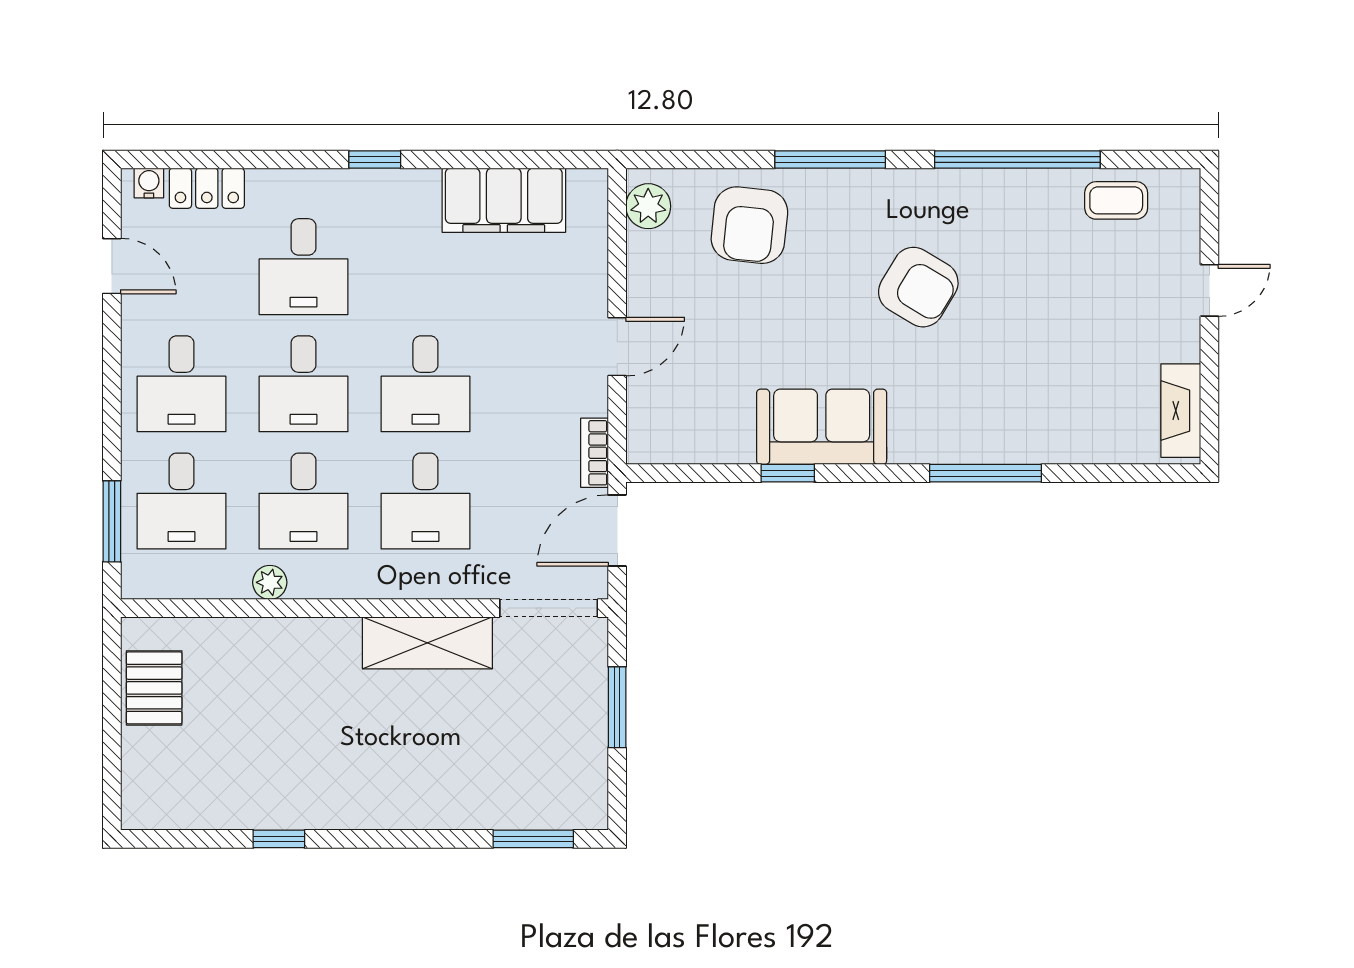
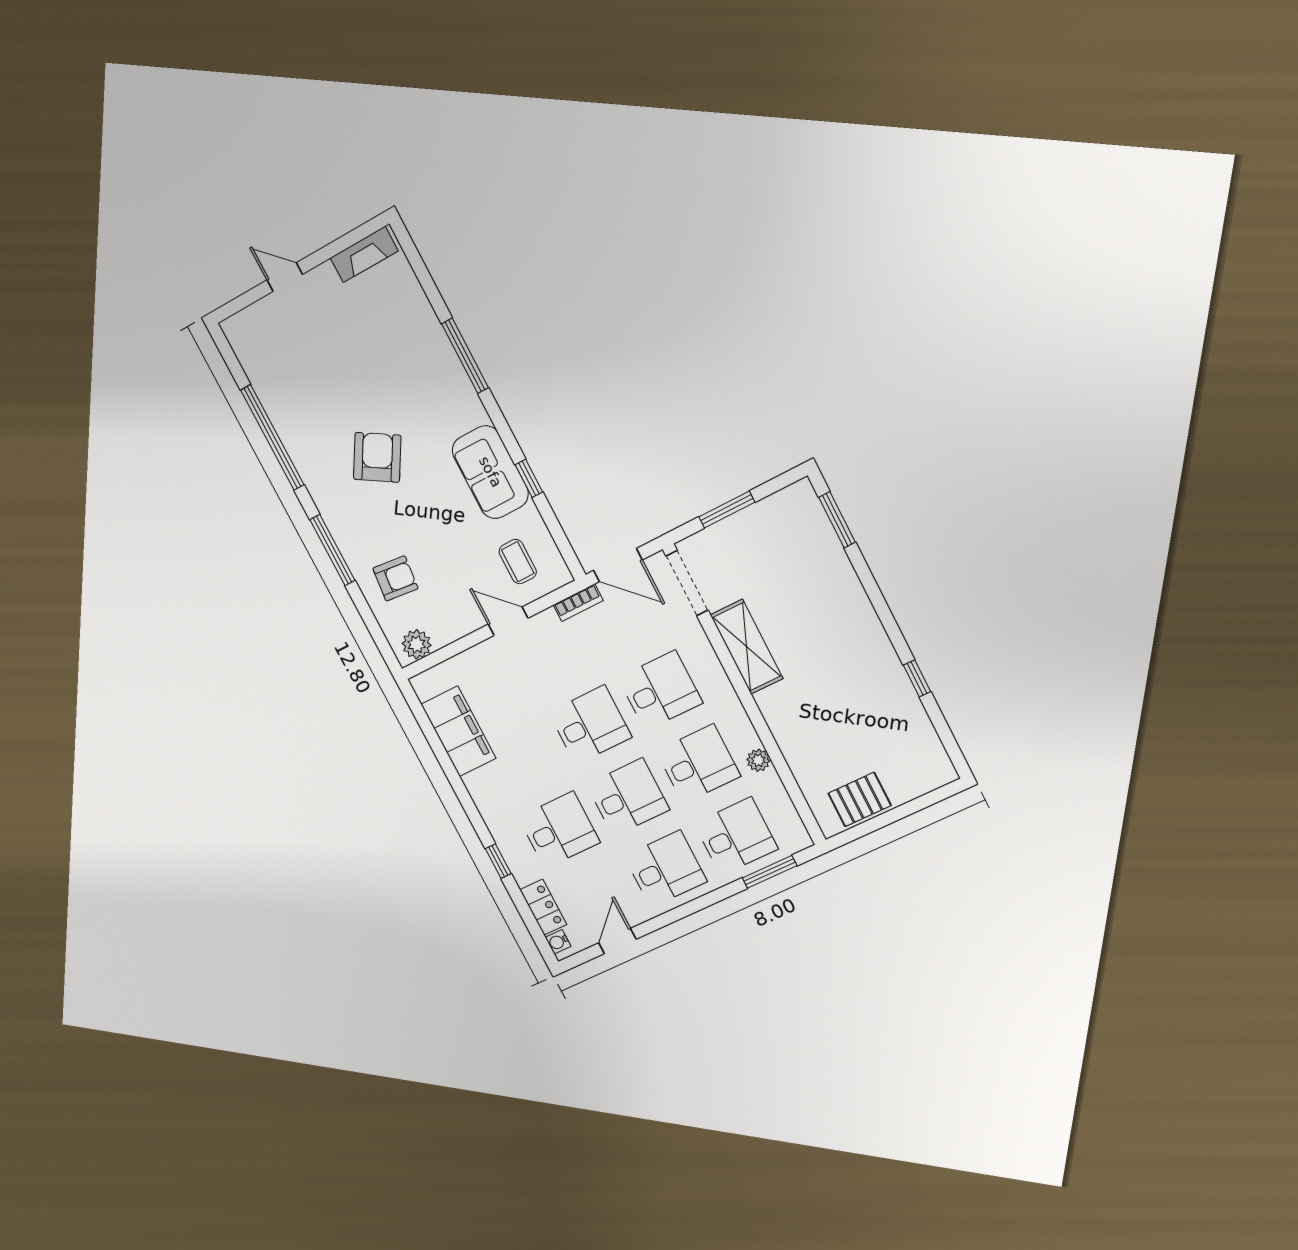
window: (375, 160) -> (498, 861), moved
coffee table: (1116, 200) -> (518, 562), moved
armchair: (749, 225) -> (395, 578), width x0.72, depth x0.72

